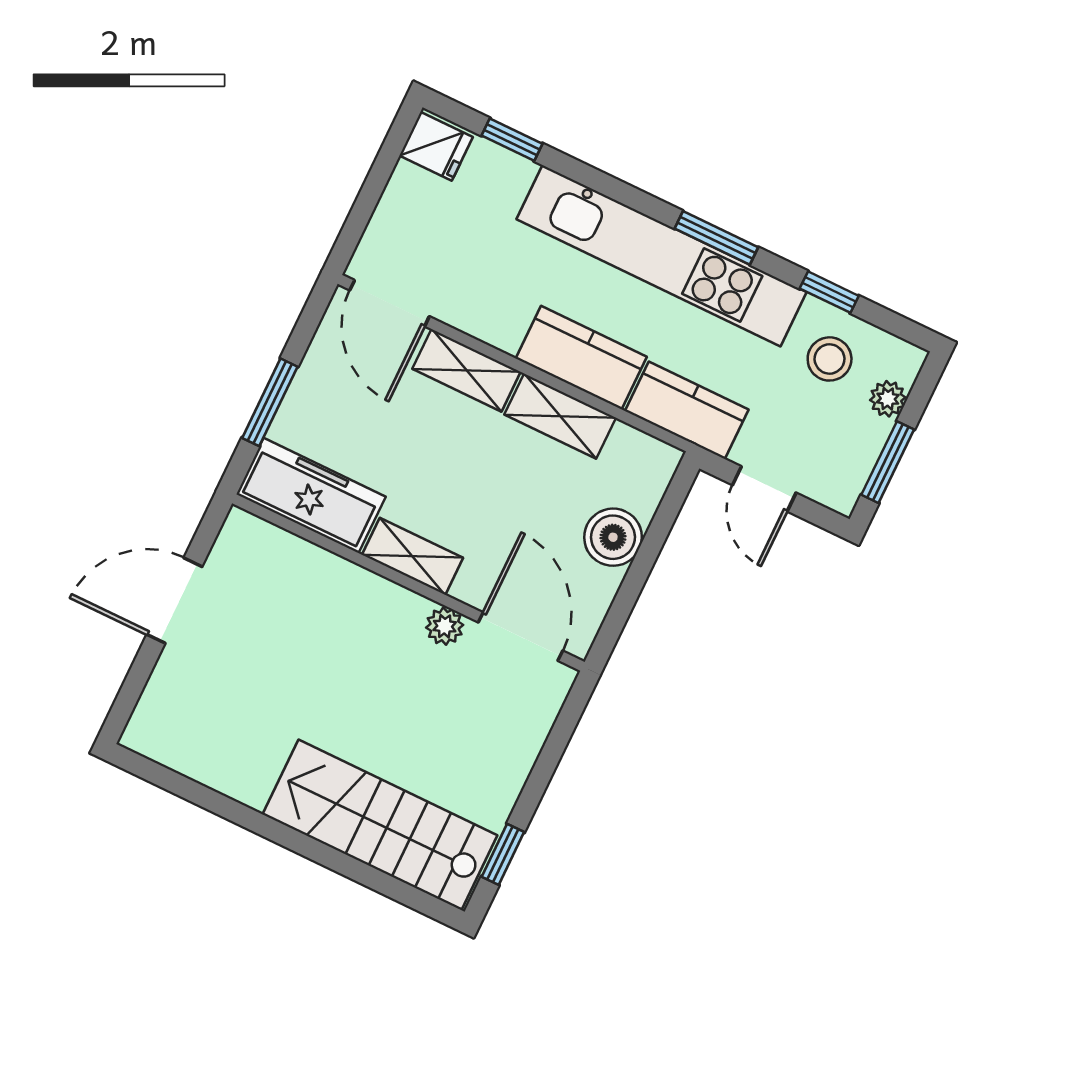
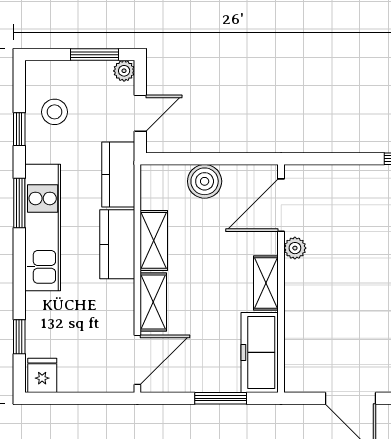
kitchen unit: (661, 256) -> (43, 228), width x0.73
plant: (888, 399) -> (124, 71), moved

